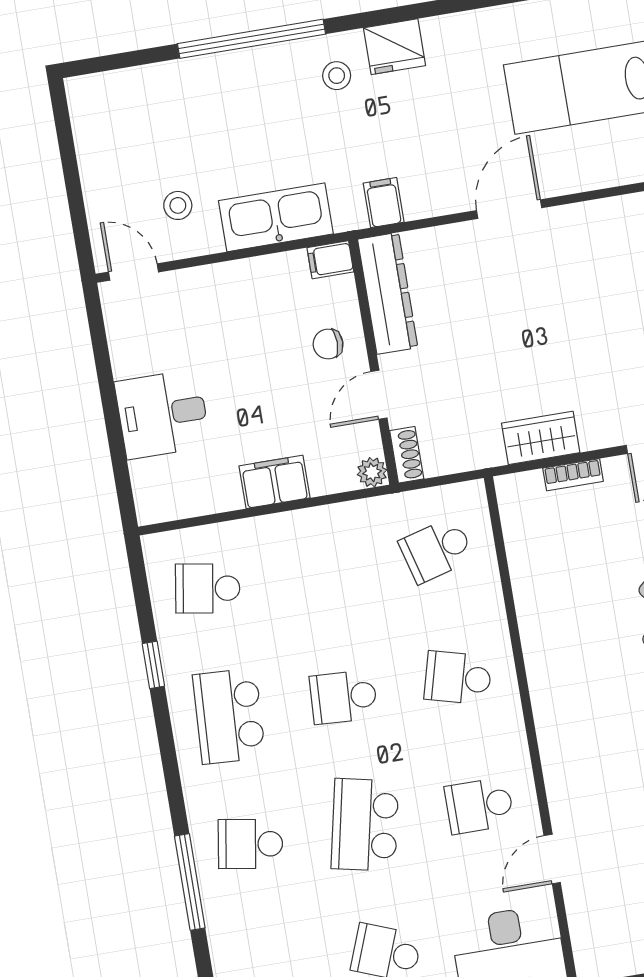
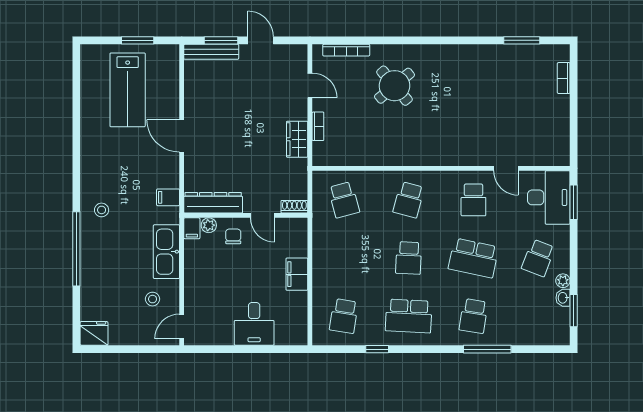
fridge: (395, 47) -> (94, 333), moved, turned -90
chair: (328, 344) -> (233, 236), turned 180
plant: (372, 472) -> (209, 225), moved

